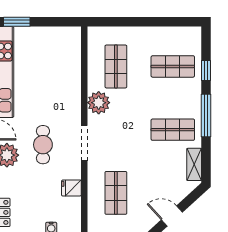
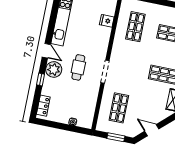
plant: (99, 103) -> (120, 48), removed
fridge: (71, 188) -> (107, 21), moved

